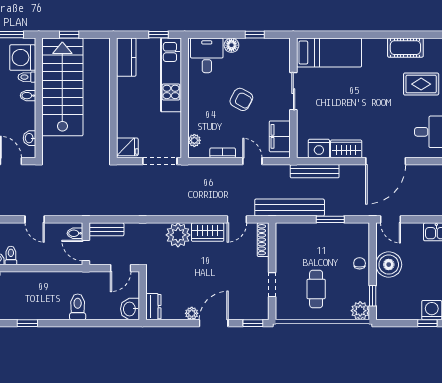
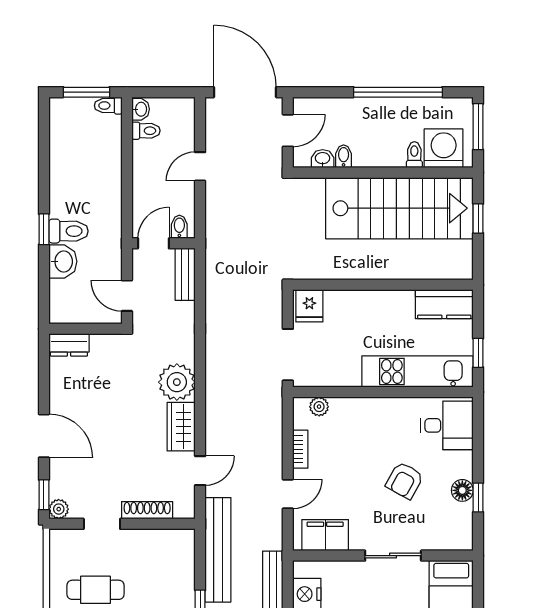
floor lamp: (231, 45) -> (462, 490), moved
bidet: (28, 96) -> (344, 156), moved
armchair: (241, 99) -> (405, 480), moved
door: (237, 219) -> (200, 471), swing flipped
shoe rack: (263, 240) -> (147, 510), moved
washbasin: (130, 309) -> (63, 261), moved, turned 90
plant: (192, 313) -> (59, 509), moved
window: (27, 323) -> (44, 229), moved

